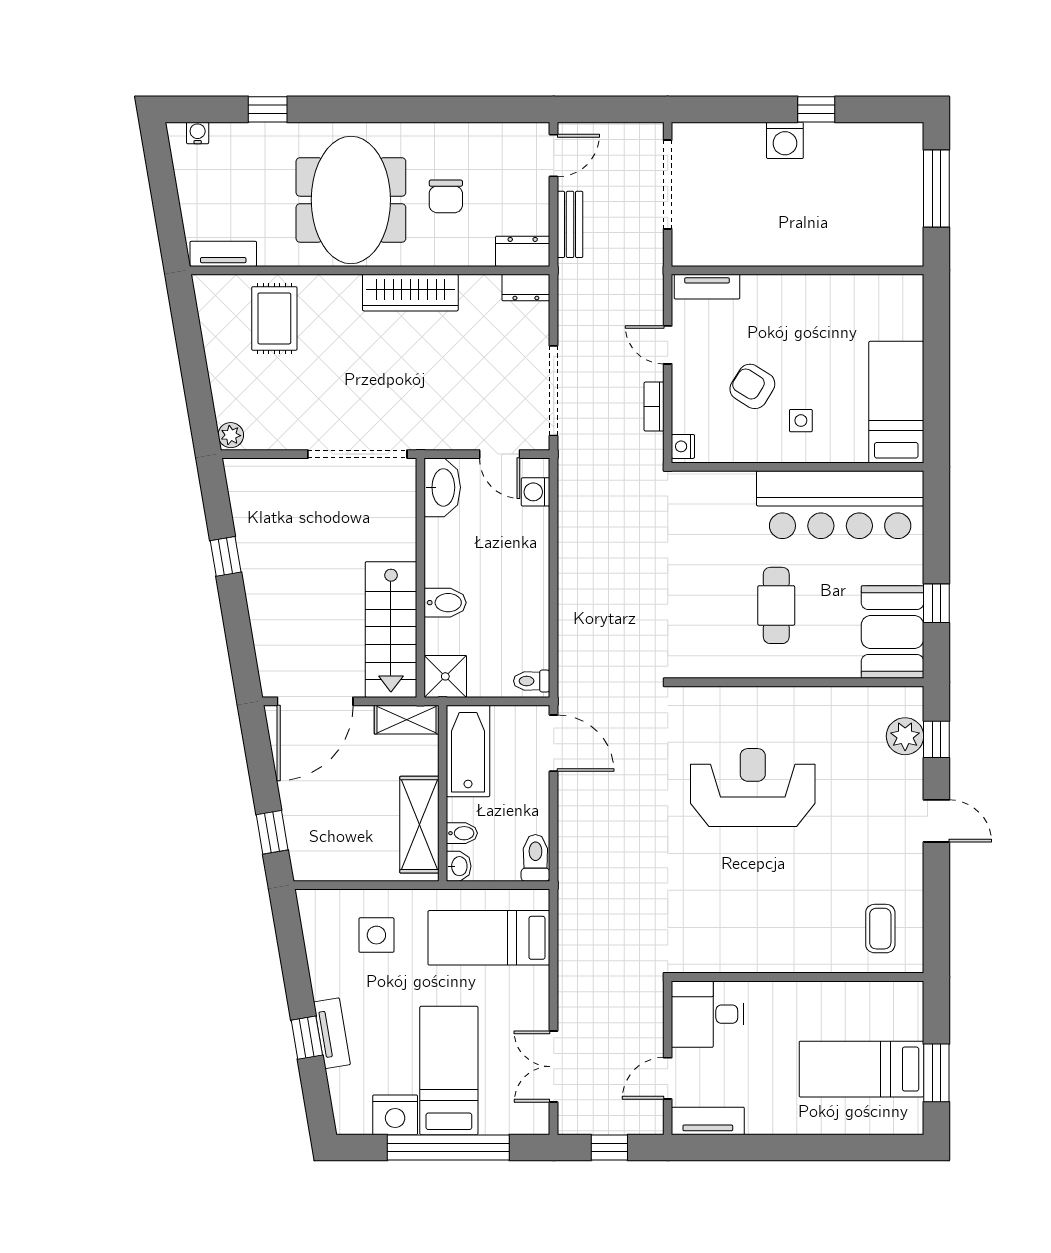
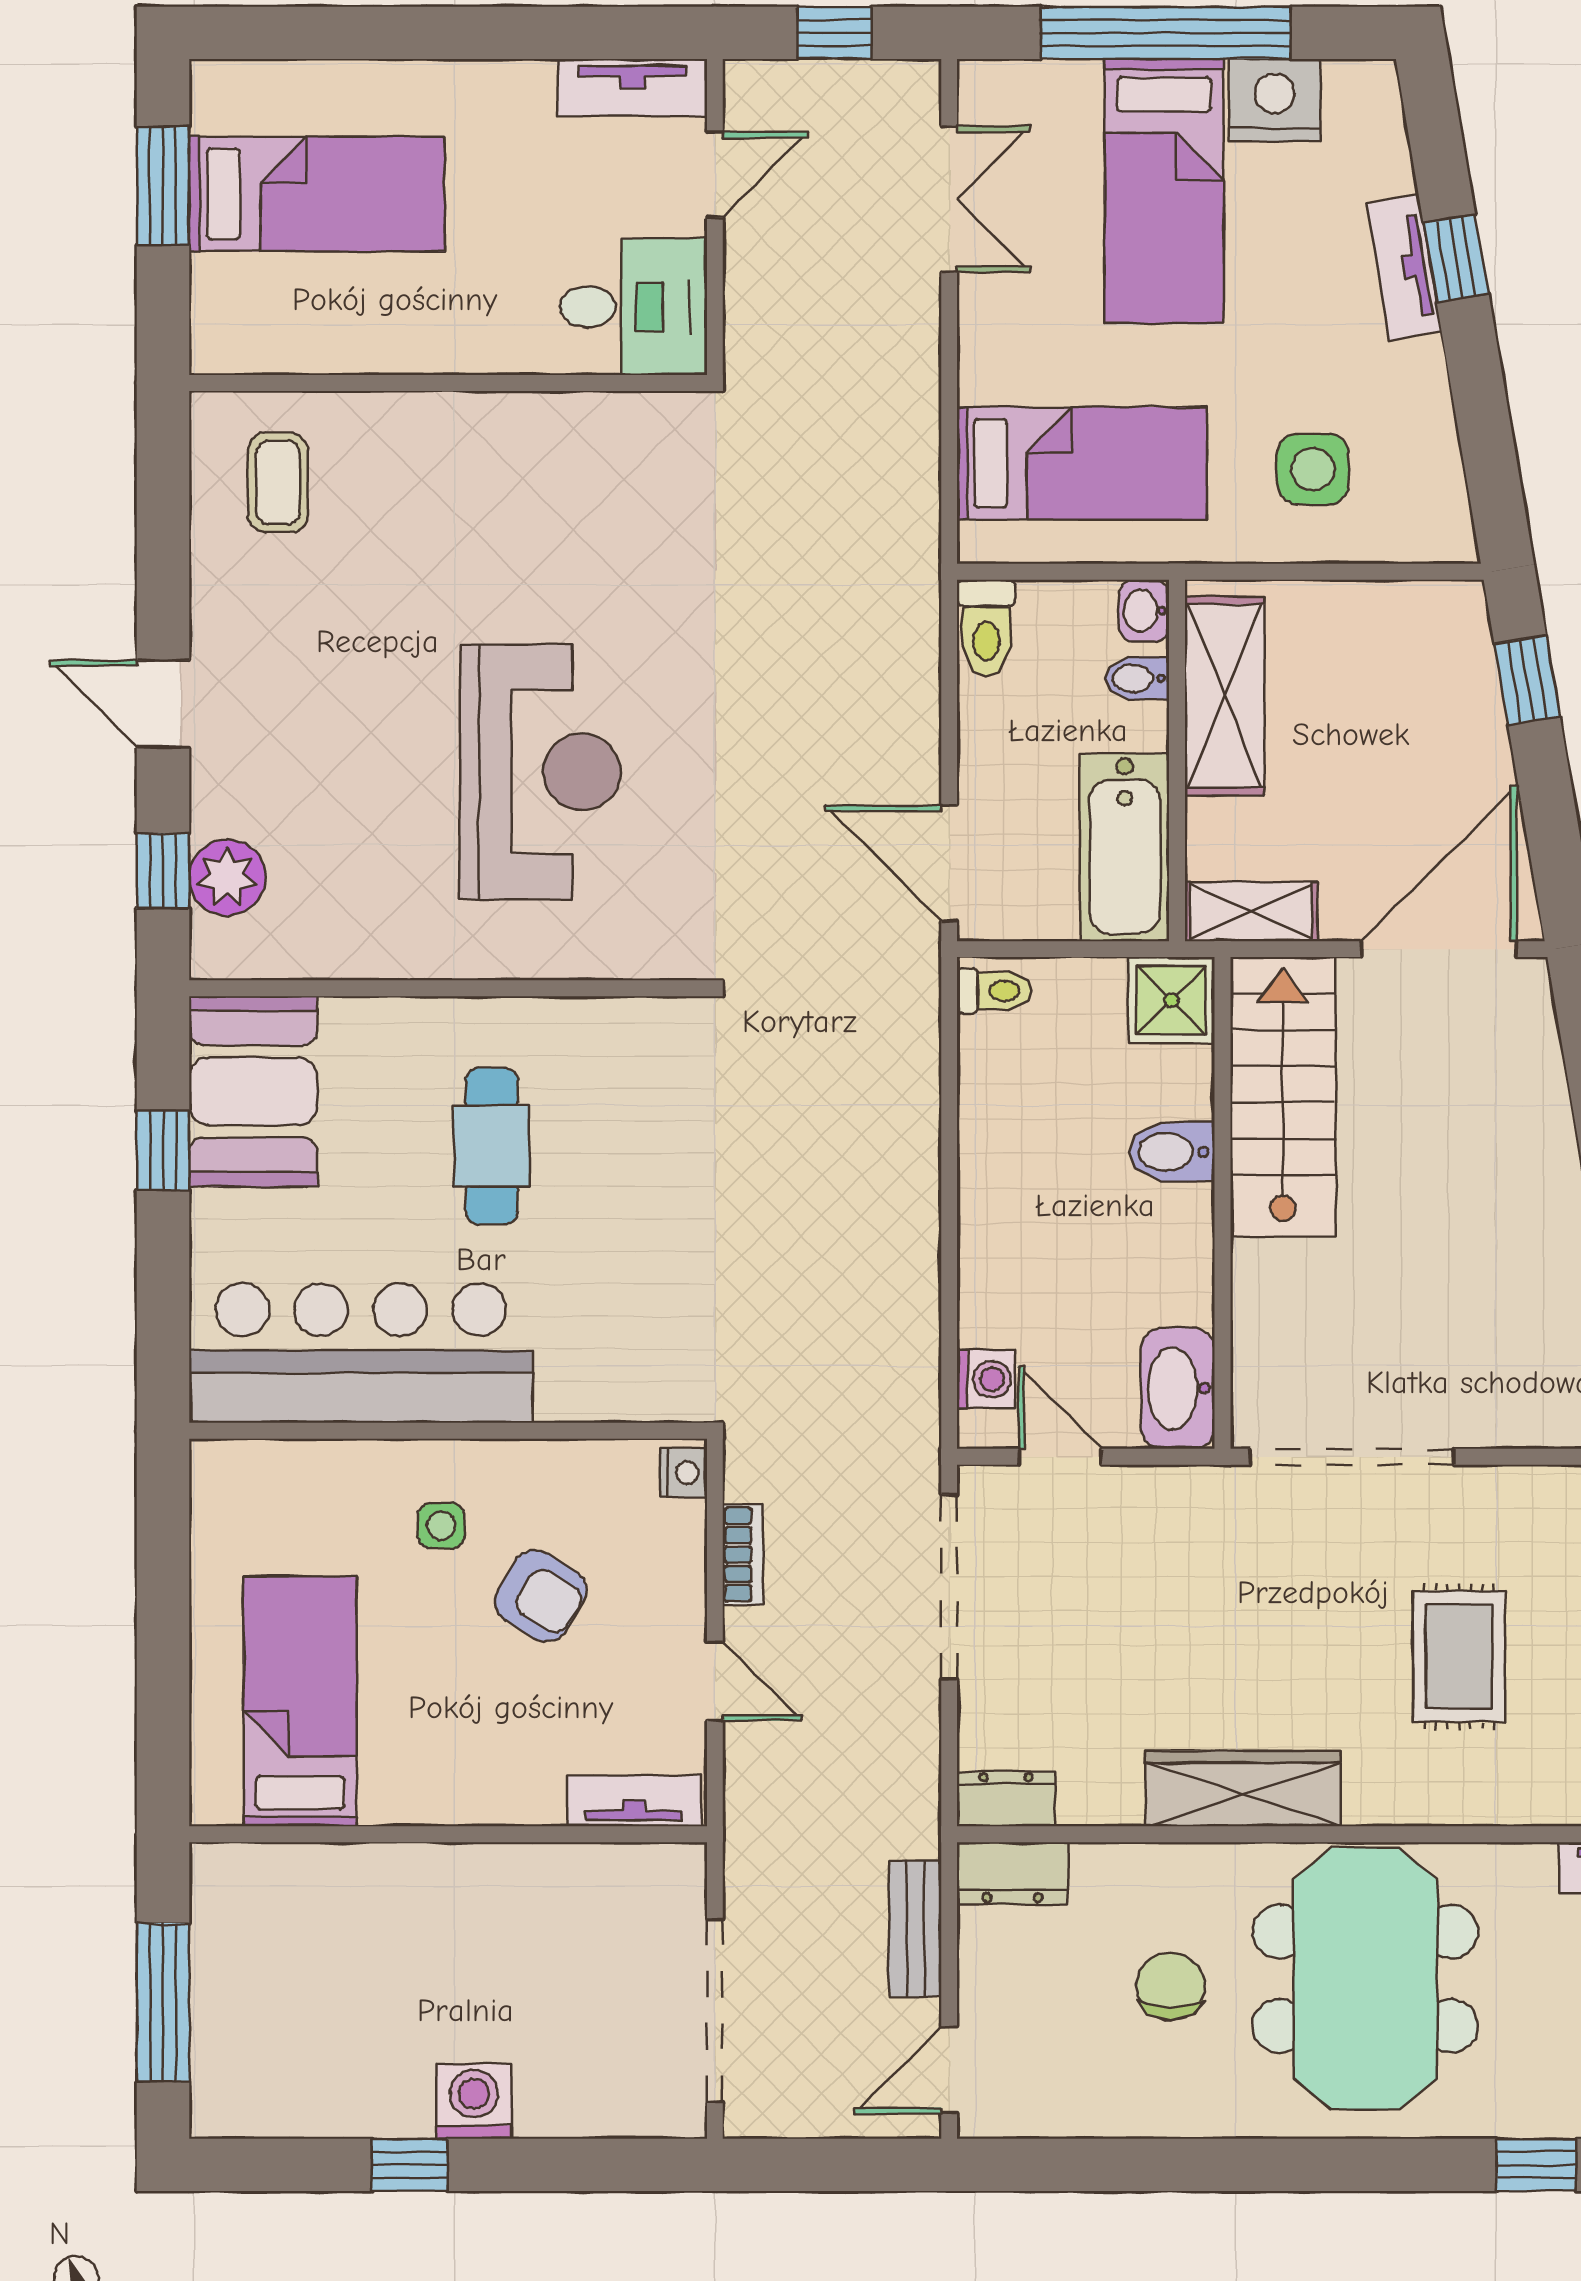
rug: (274, 318) -> (1459, 1656), moved
bed: (896, 402) -> (300, 1701), moved, turned 180
reception desk: (753, 788) -> (540, 772), turned -90

